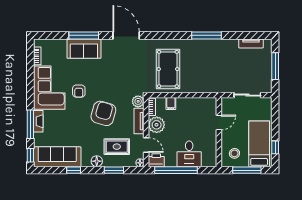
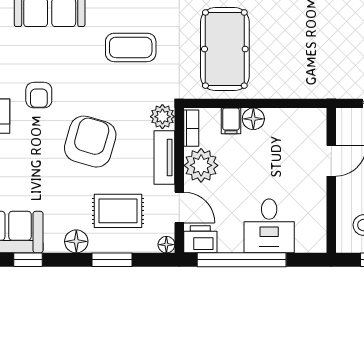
coffee table: (123, 68) -> (131, 47), added
floor lamp: (182, 102) -> (253, 119), added

